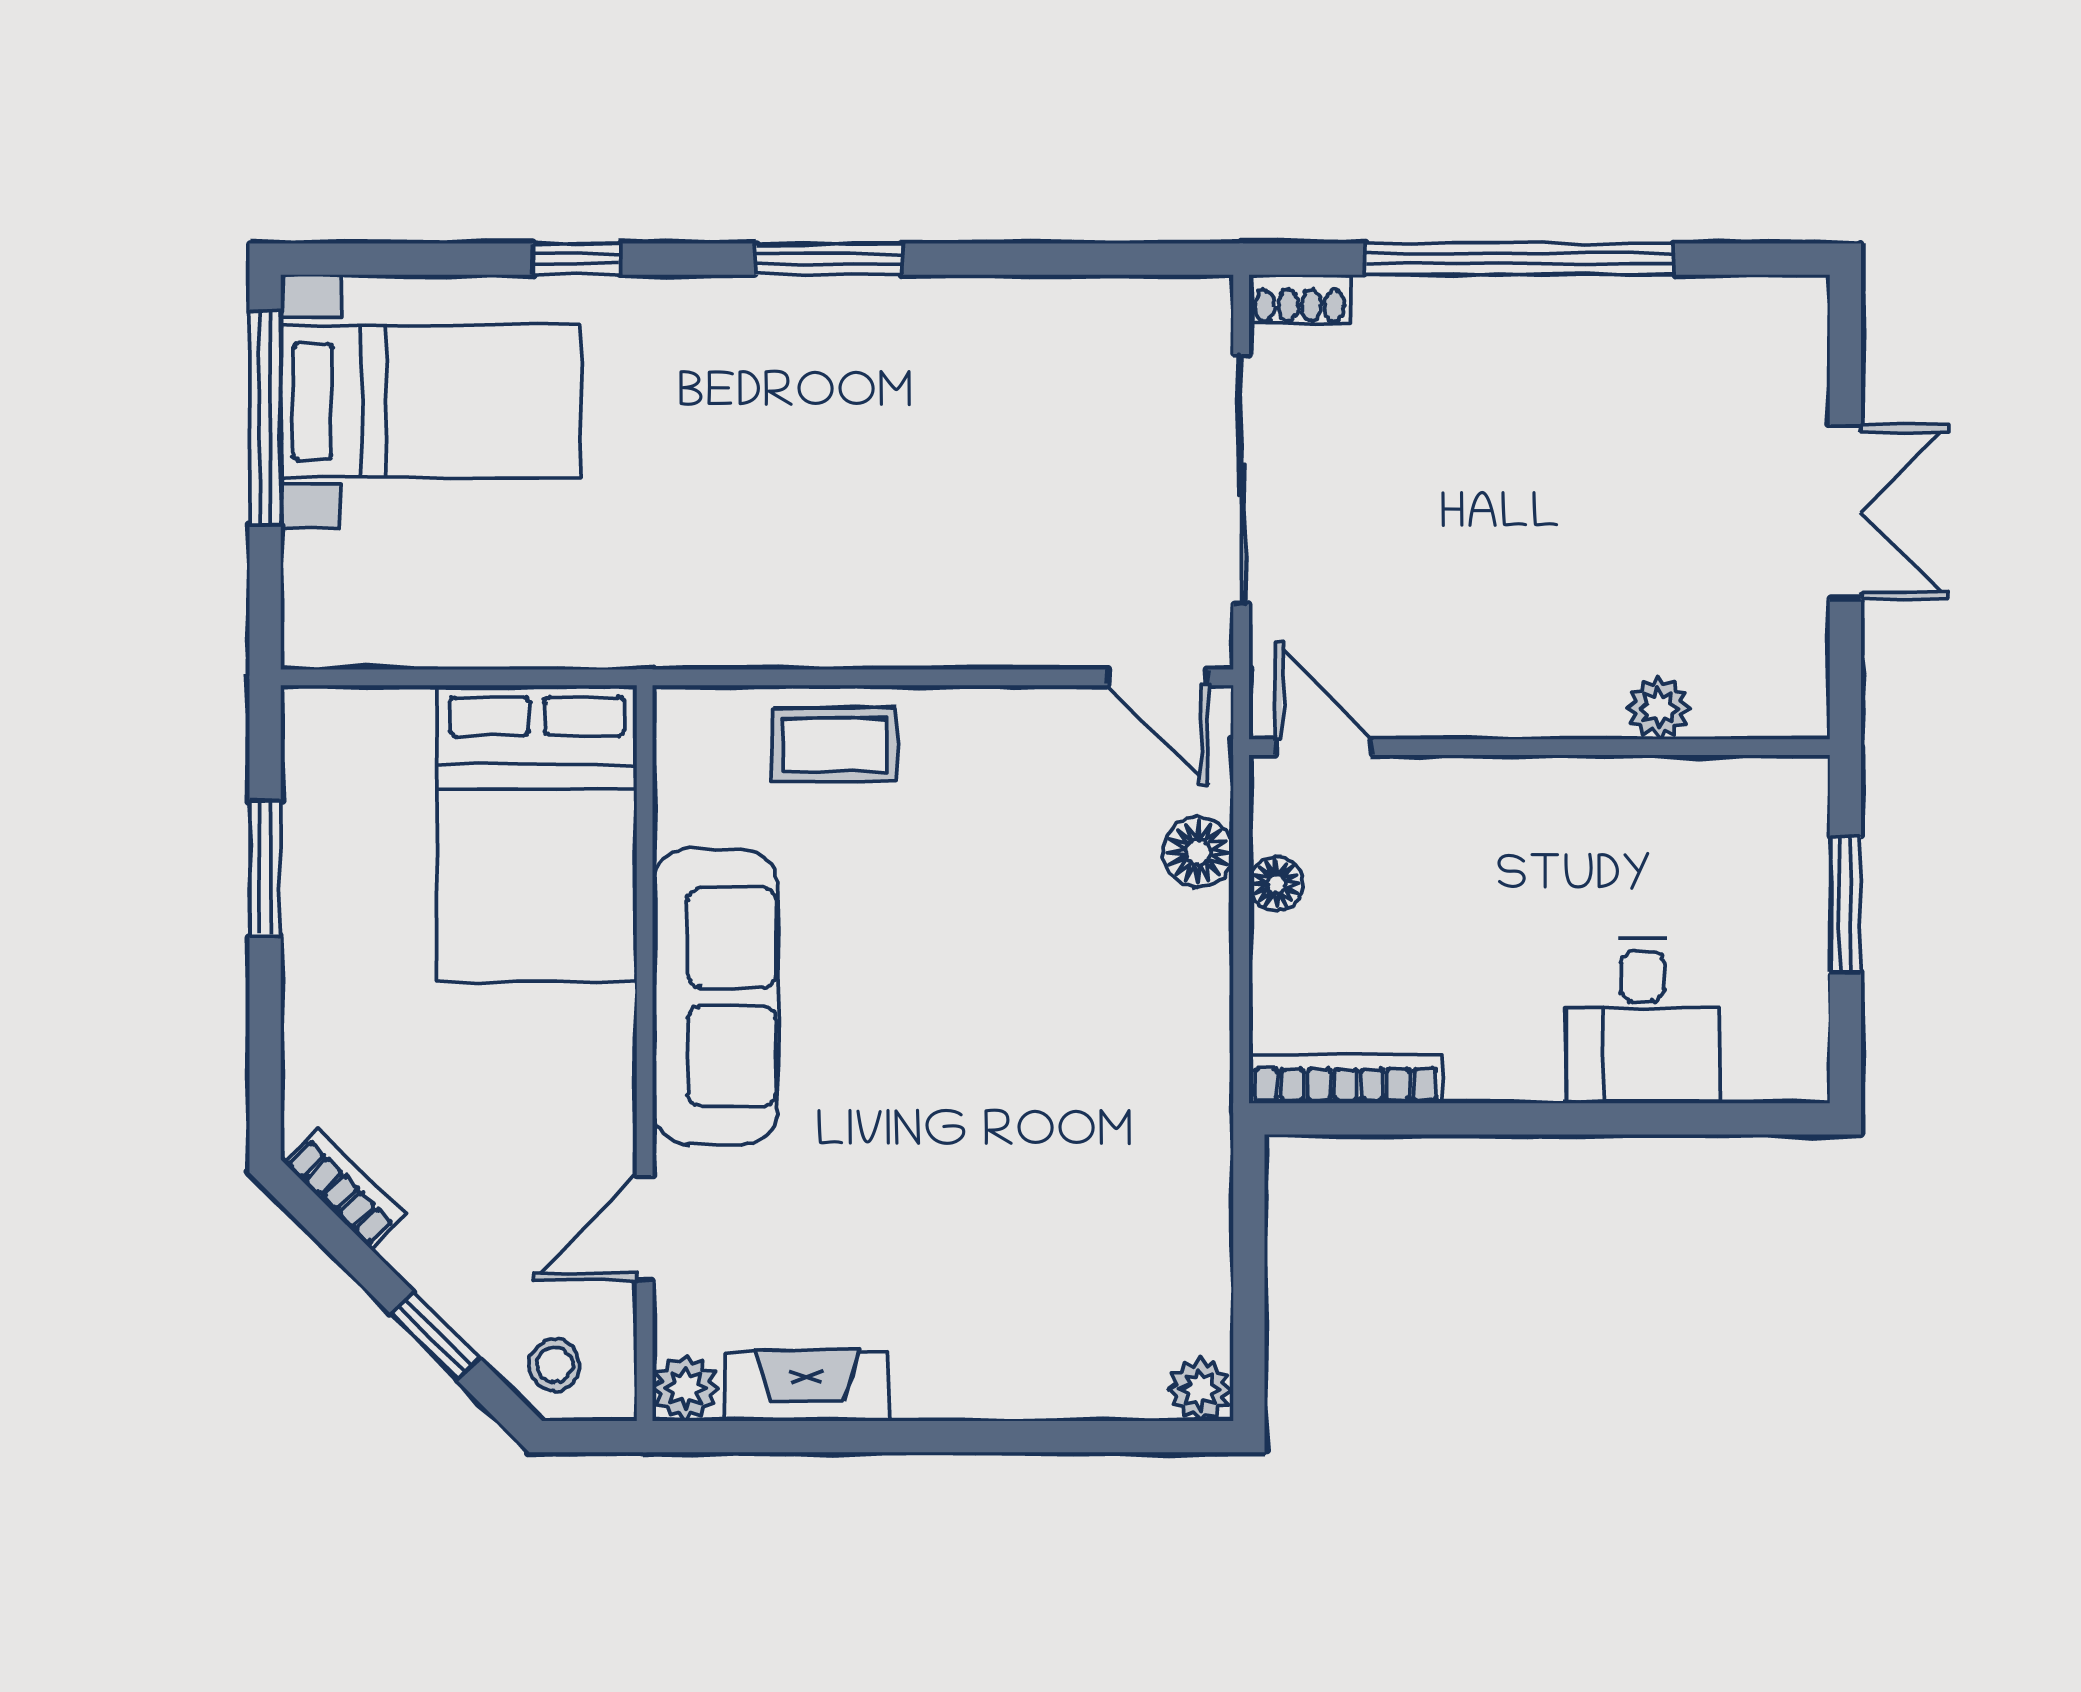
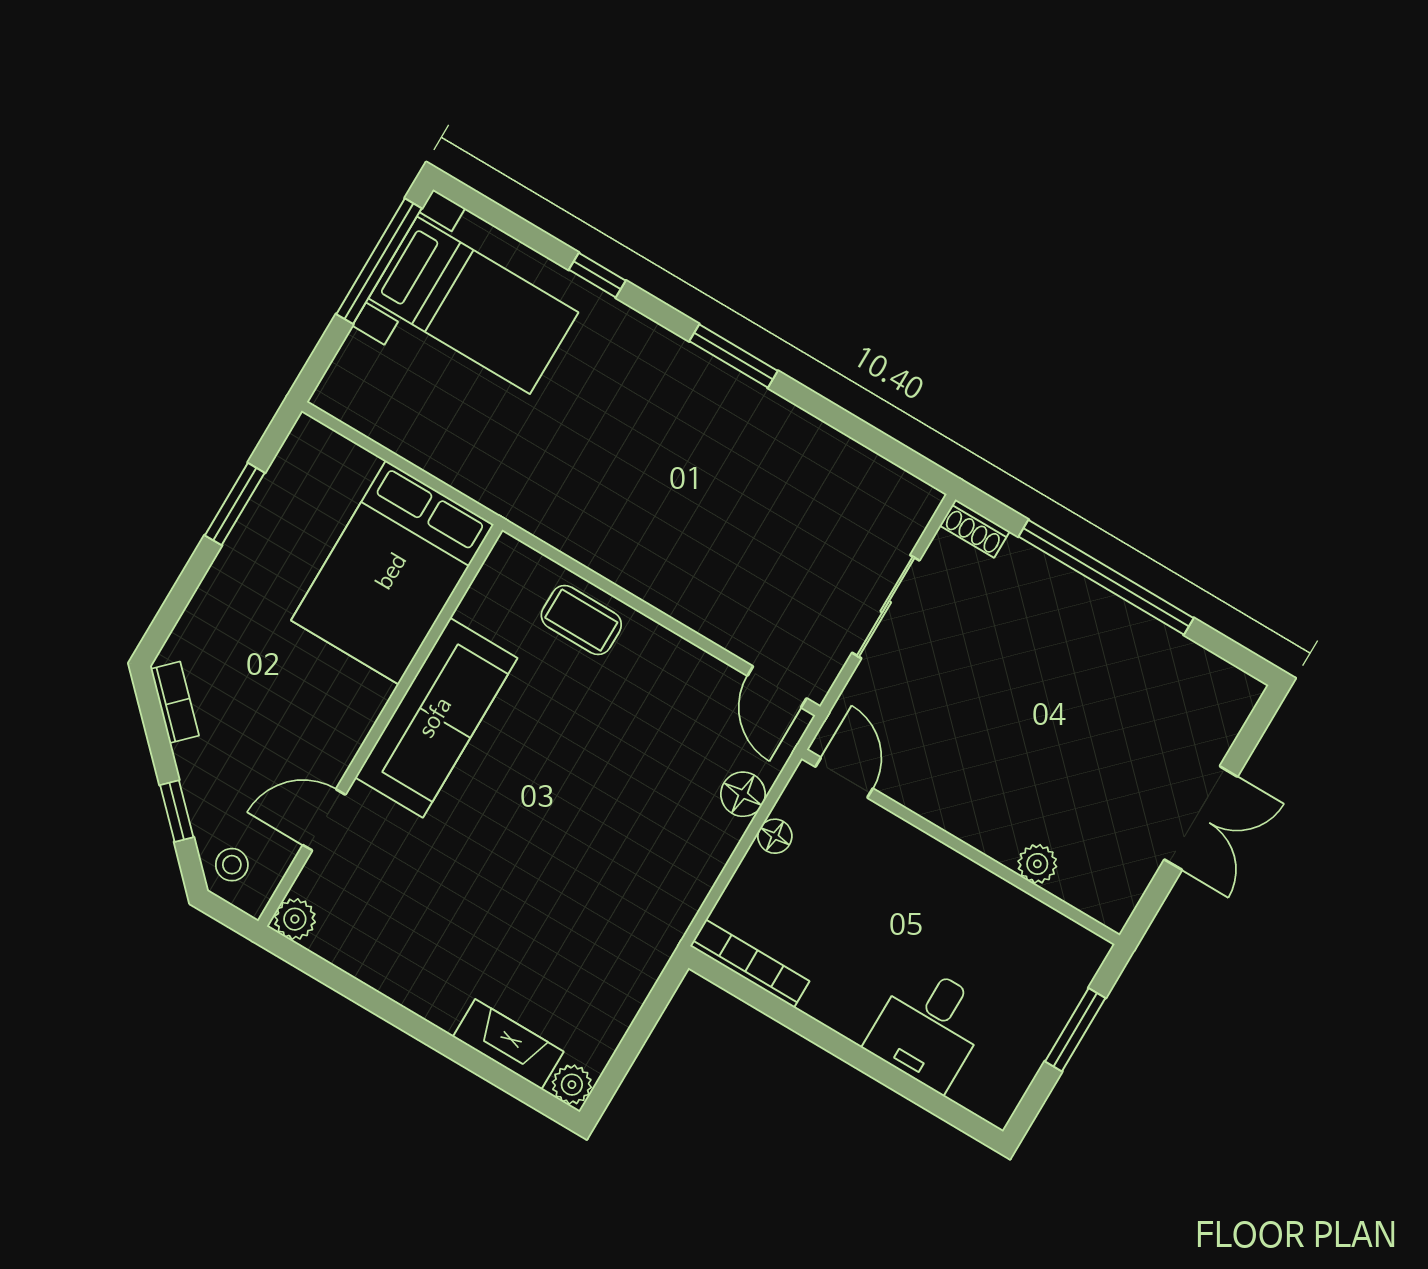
sliding door: (1241, 479) -> (886, 607), width x0.73
fireplace: (807, 1386) -> (508, 1044), moved

